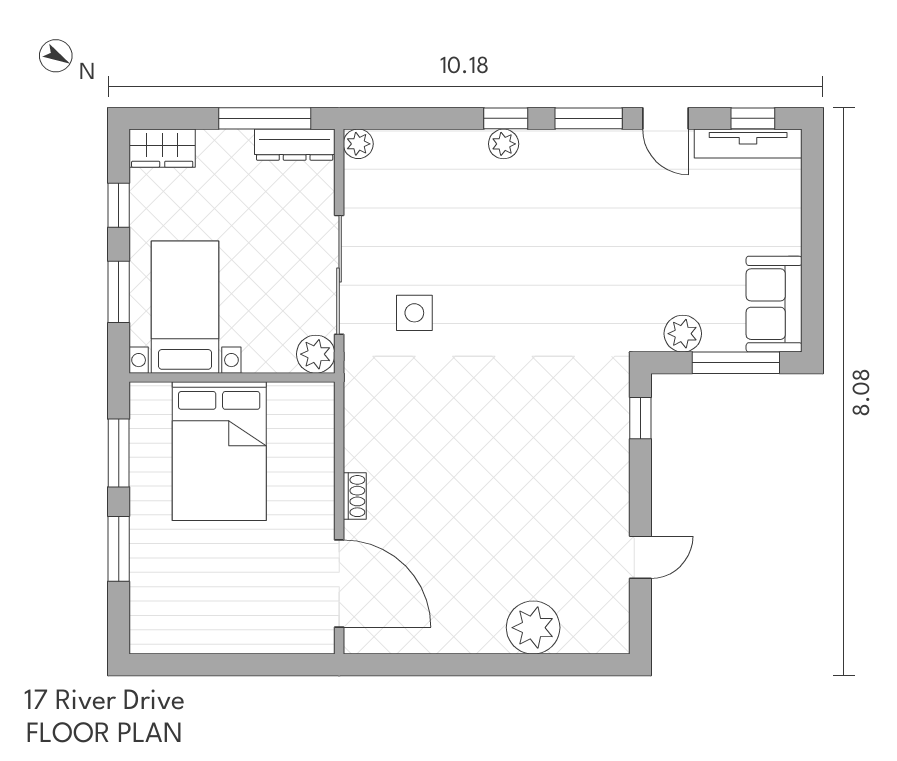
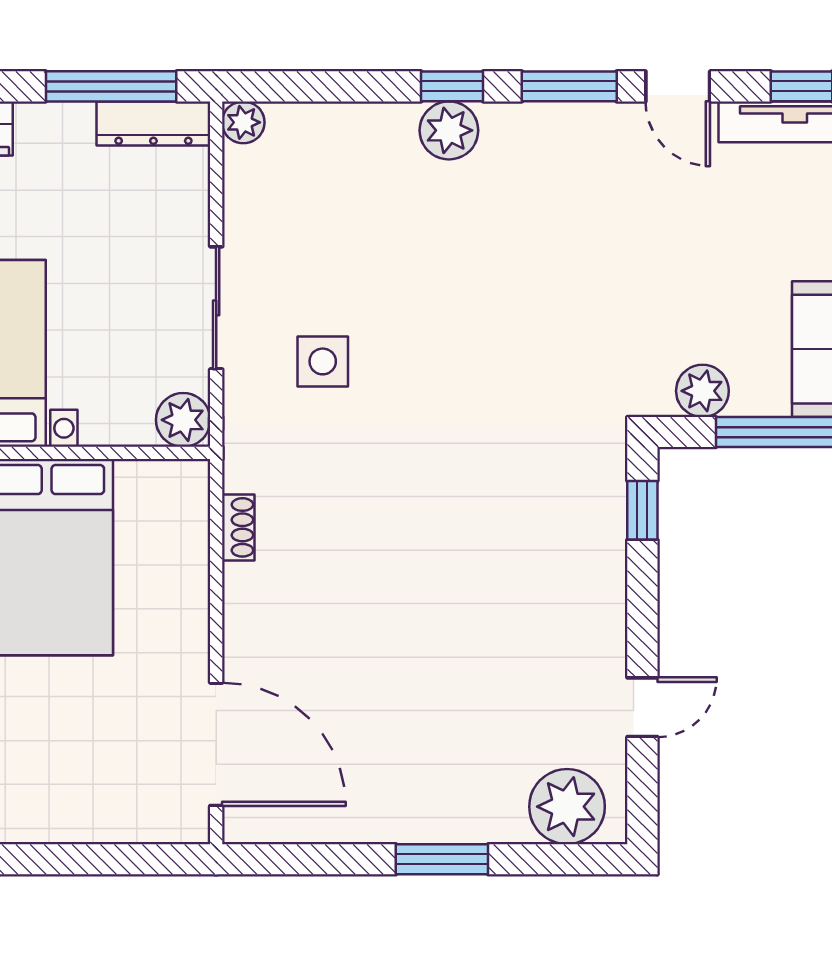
plant: (504, 144) -> (449, 130), width x1.38, depth x1.38
sliding door: (339, 275) -> (216, 308), width x0.73
shoe rack: (355, 496) -> (238, 527), moved
plant: (533, 628) -> (567, 807), moved
window: (499, 665) -> (442, 859), added

